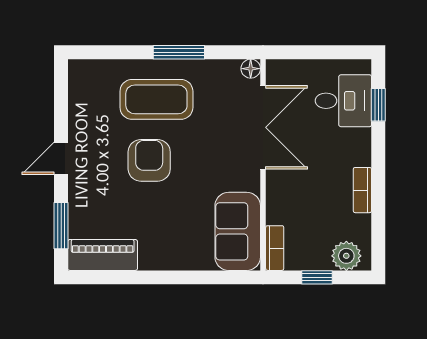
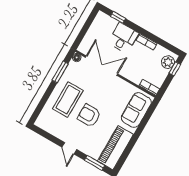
window: (179, 52) -> (60, 72), moved
desk: (343, 101) -> (123, 38), moved
sofa: (238, 231) -> (136, 110), moved, turned 90
piano: (103, 255) -> (115, 148), width x1.37, depth x1.33
window: (317, 277) -> (175, 69), moved

